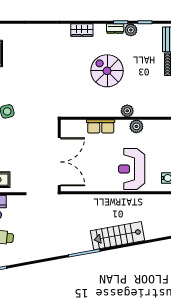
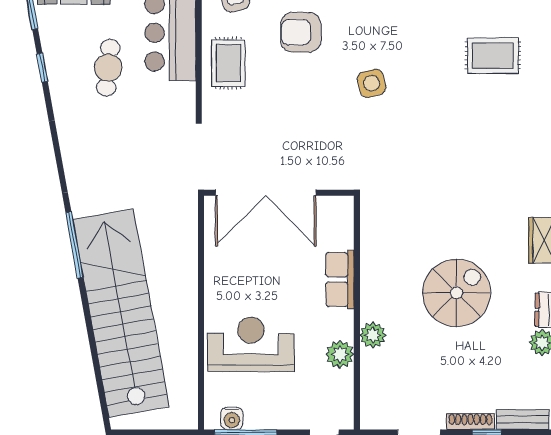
stairs: (118, 236) -> (121, 313), width x1.86, depth x1.51

